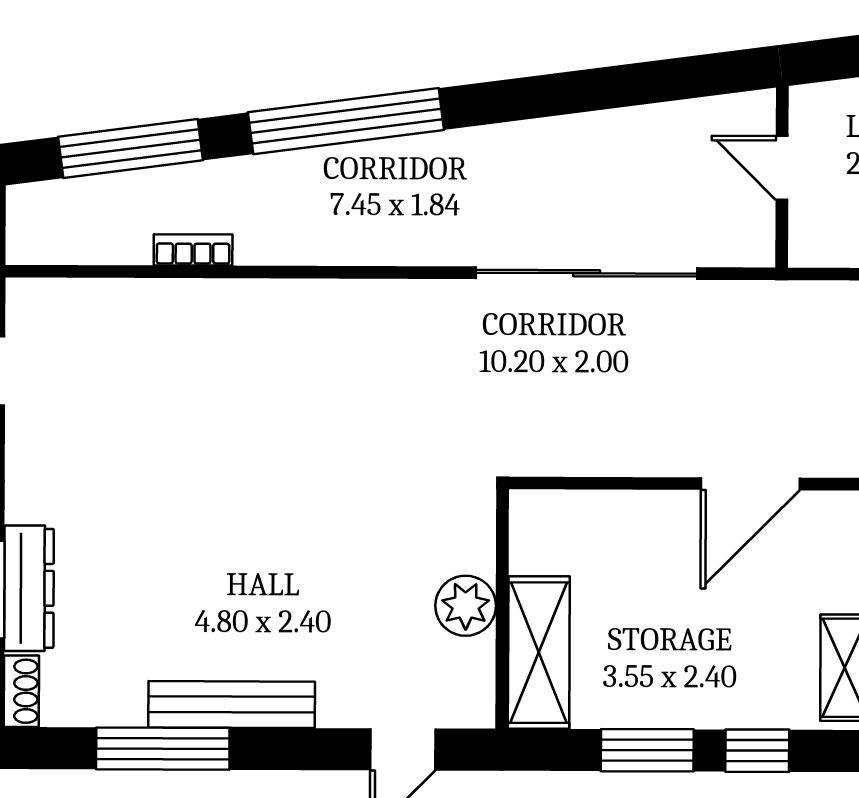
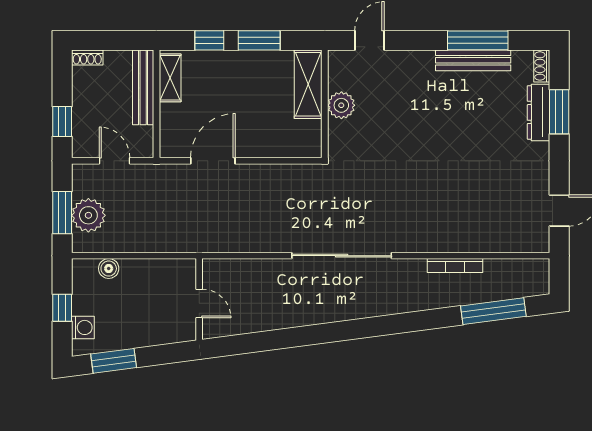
window: (346, 121) -> (396, 324), removed
bookcase: (193, 250) -> (455, 266), width x1.56
sliding door: (587, 273) -> (342, 256), moved
bench: (232, 705) -> (473, 60), moved

